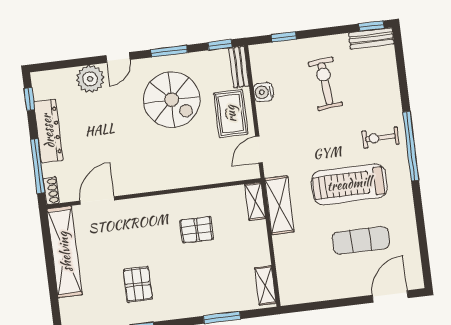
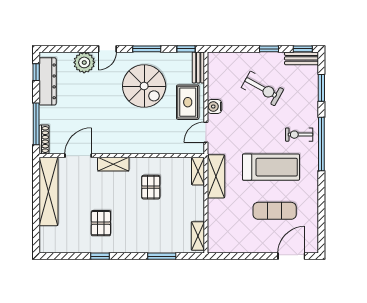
window: (284, 37) -> (269, 49), moved
window: (402, 74) -> (321, 88), added
exercise bike: (325, 84) -> (262, 88), turned 124
water cooler: (263, 92) -> (214, 106), moved
dresser: (48, 131) -> (48, 81), moved
treadmill: (349, 184) -> (271, 167), turned 180
shoe rack: (51, 191) -> (44, 139), width x1.43
shelving: (144, 206) -> (113, 164), added
pallet: (197, 230) -> (151, 187), turned 90

